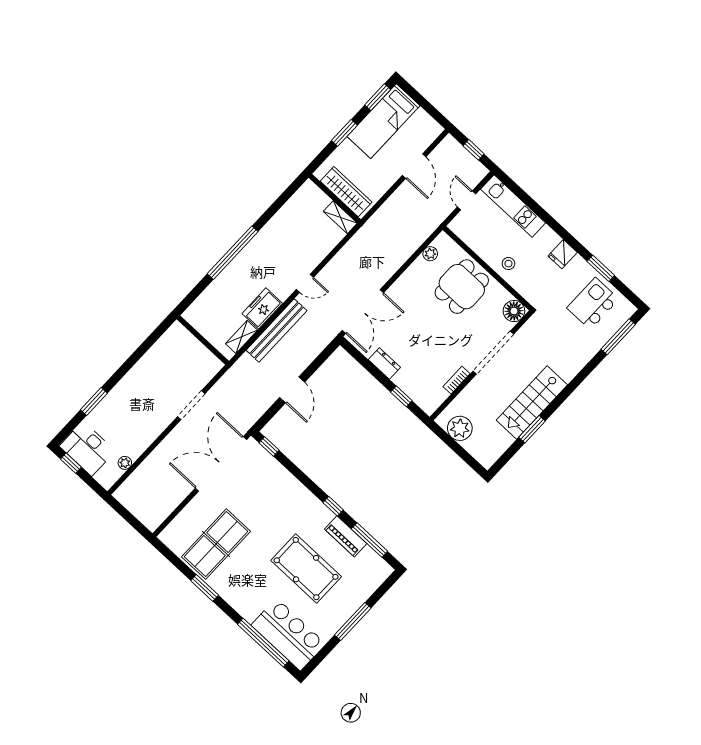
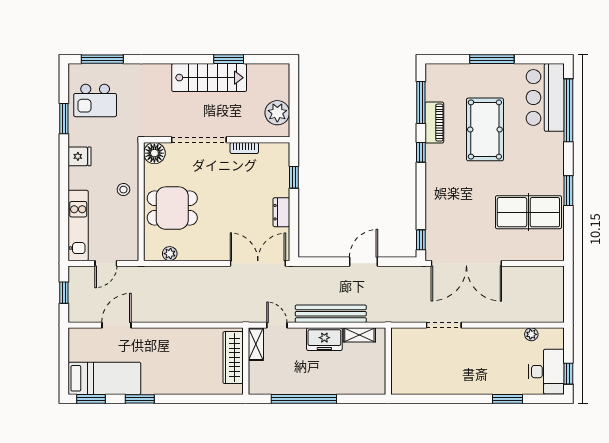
wardrobe: (346, 192) -> (233, 358), moved
wall: (335, 198) -> (246, 361), moved
shelving: (340, 217) -> (256, 344), moved

